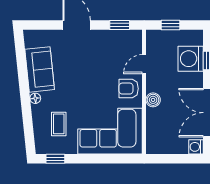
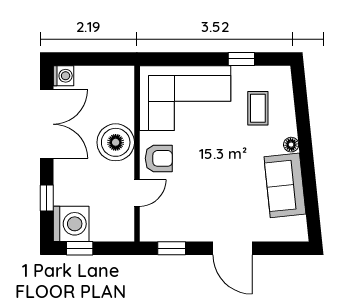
window: (171, 25) -> (80, 248), moved
washing machine: (191, 59) -> (71, 224), moved
boiler: (153, 100) -> (116, 142), width x1.86, depth x1.86
window: (55, 159) -> (241, 59), moved

